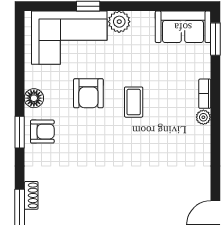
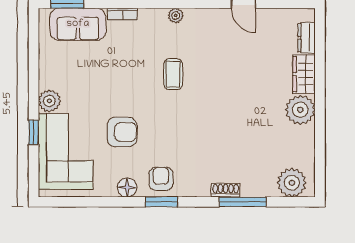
sofa: (183, 27) -> (78, 24), moved, turned 90
coffee table: (134, 102) -> (173, 74), moved, turned 90
plant: (203, 117) -> (176, 16), moved

